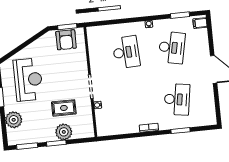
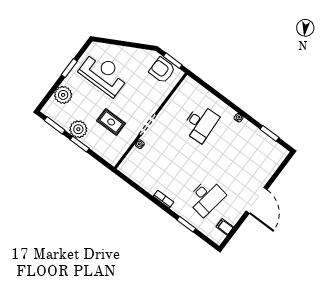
filing cabinet: (200, 23) -> (225, 227), moved
armchair: (66, 40) -> (162, 70), turned 90
desk: (172, 48) -> (240, 153), removed
reception desk: (28, 80) -> (104, 74), turned -90
plant: (64, 132) -> (78, 129), moved

